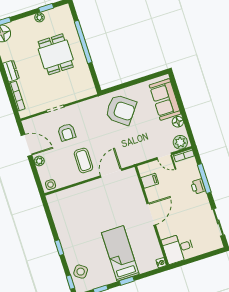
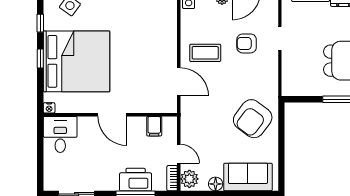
door: (164, 156) -> (179, 154), swing flipped
printer: (198, 186) -> (136, 180), width x1.87, depth x1.48
bed: (120, 253) -> (77, 61), width x2.04

